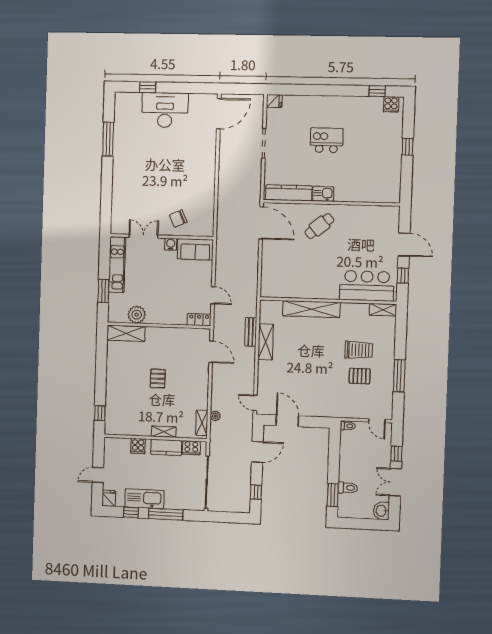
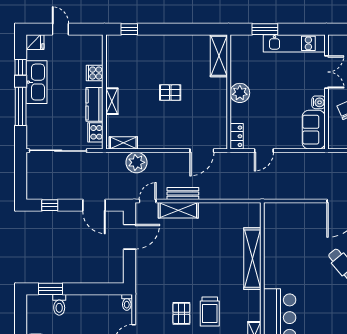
plant: (137, 315) -> (240, 93), moved
bench: (251, 332) -> (183, 193), moved
shelving: (266, 342) -> (178, 210), moved
plant: (215, 416) -> (136, 162), width x1.87, depth x1.87

